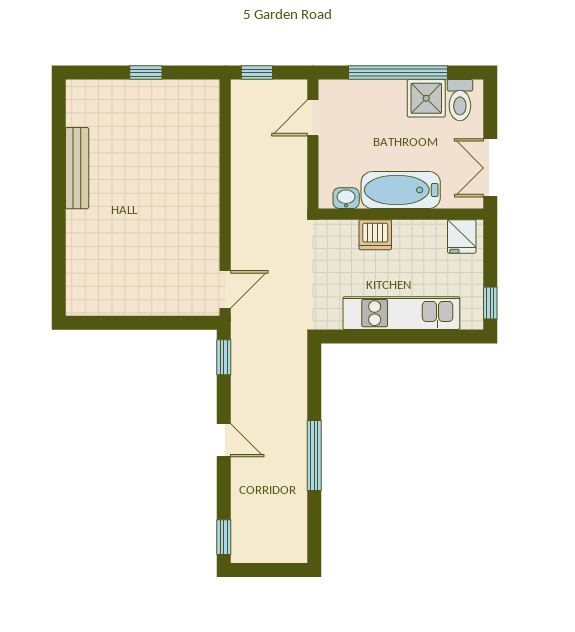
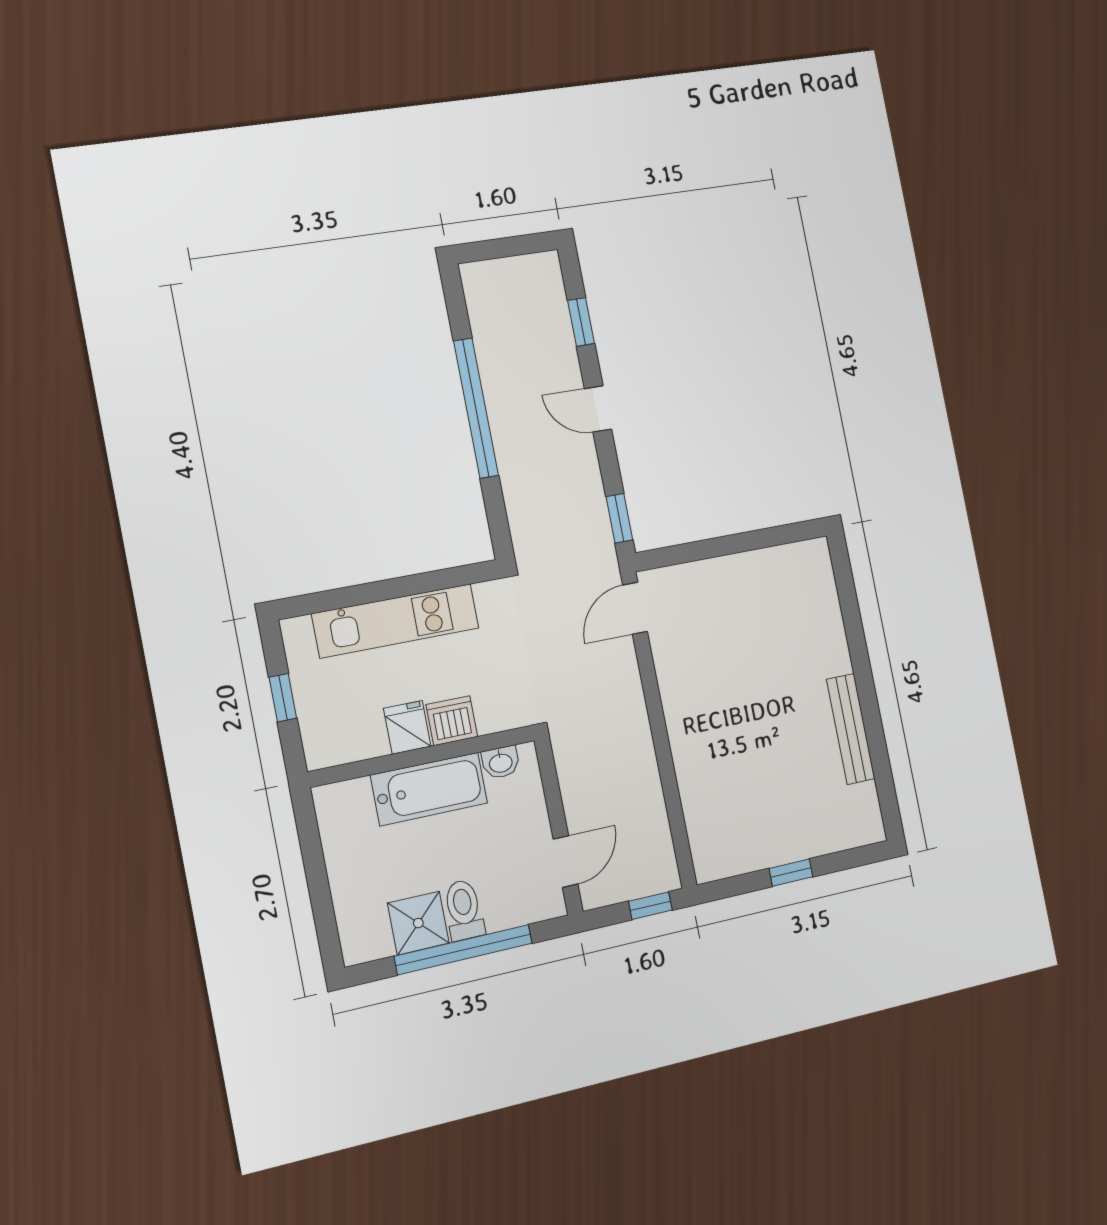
toilet: (460, 100) -> (464, 910), moved
double door: (490, 168) -> (311, 846), removed
fridge: (462, 236) -> (407, 727), moved
window: (490, 303) -> (283, 698), moved
window: (314, 455) -> (476, 408), width x1.46
window: (224, 537) -> (581, 322), moved

